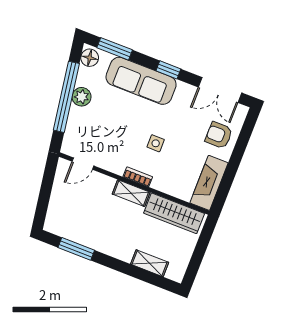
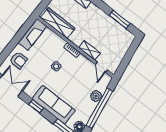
plant: (82, 97) -> (96, 96), moved
door: (83, 164) -> (101, 67), swing flipped
shelving: (131, 193) -> (90, 50), moved

